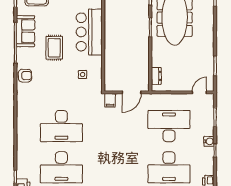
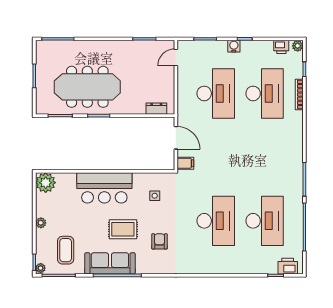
sofa: (25, 31) -> (110, 263), width x1.36
armchair: (25, 76) -> (159, 241), moved
door: (199, 92) -> (176, 58), hinge flipped
desk: (169, 126) -> (216, 93), turned 180

